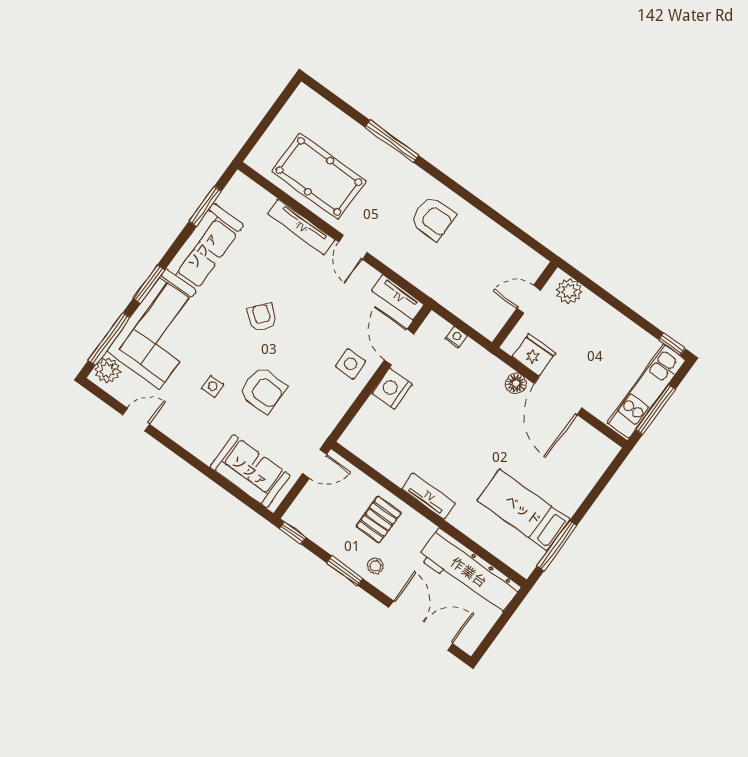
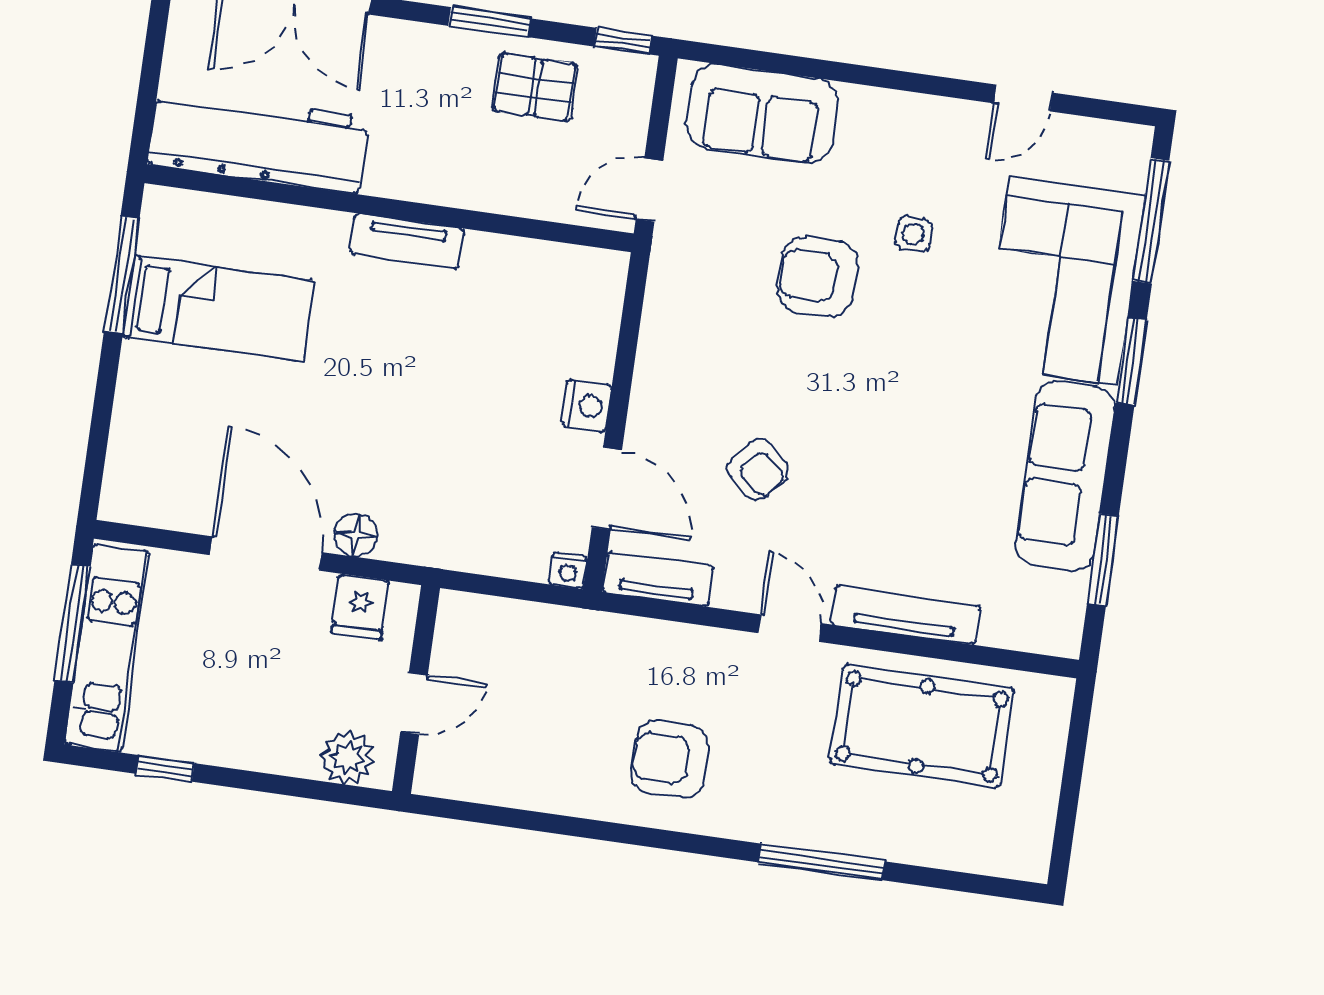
armchair: (262, 317) -> (758, 469), moved
nightstand: (456, 337) -> (568, 570), moved
window: (672, 344) -> (165, 768), moved
fridge: (534, 355) -> (360, 607), width x0.72
side table: (351, 364) -> (680, 410), removed
plant: (108, 370) -> (1123, 161), removed
nightstand: (392, 389) -> (587, 406), width x0.74, depth x0.75
pallet: (379, 520) -> (535, 87), moved, turned 90
stool: (375, 566) -> (438, 61), removed

